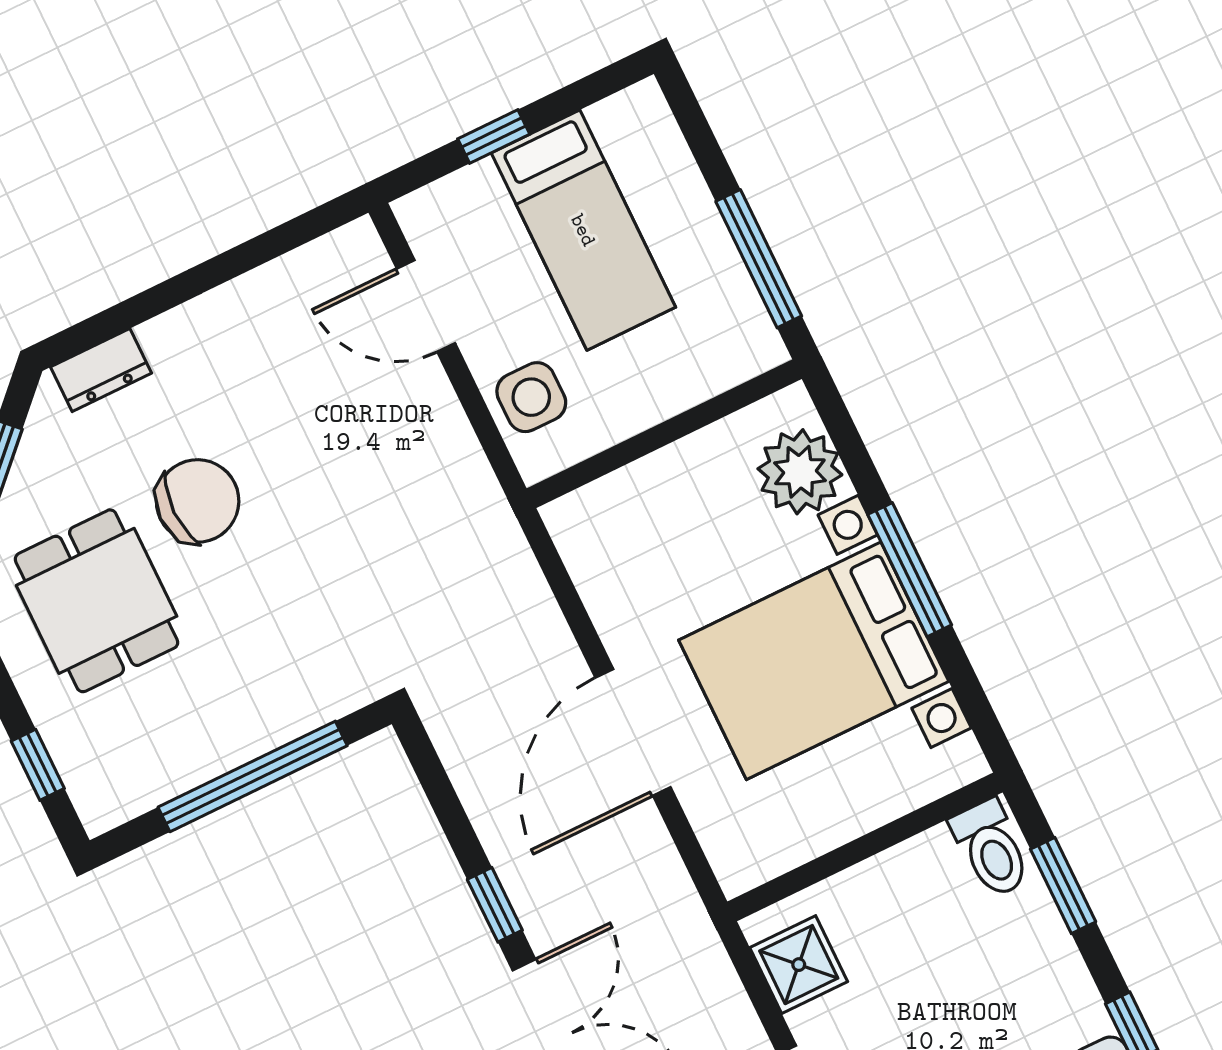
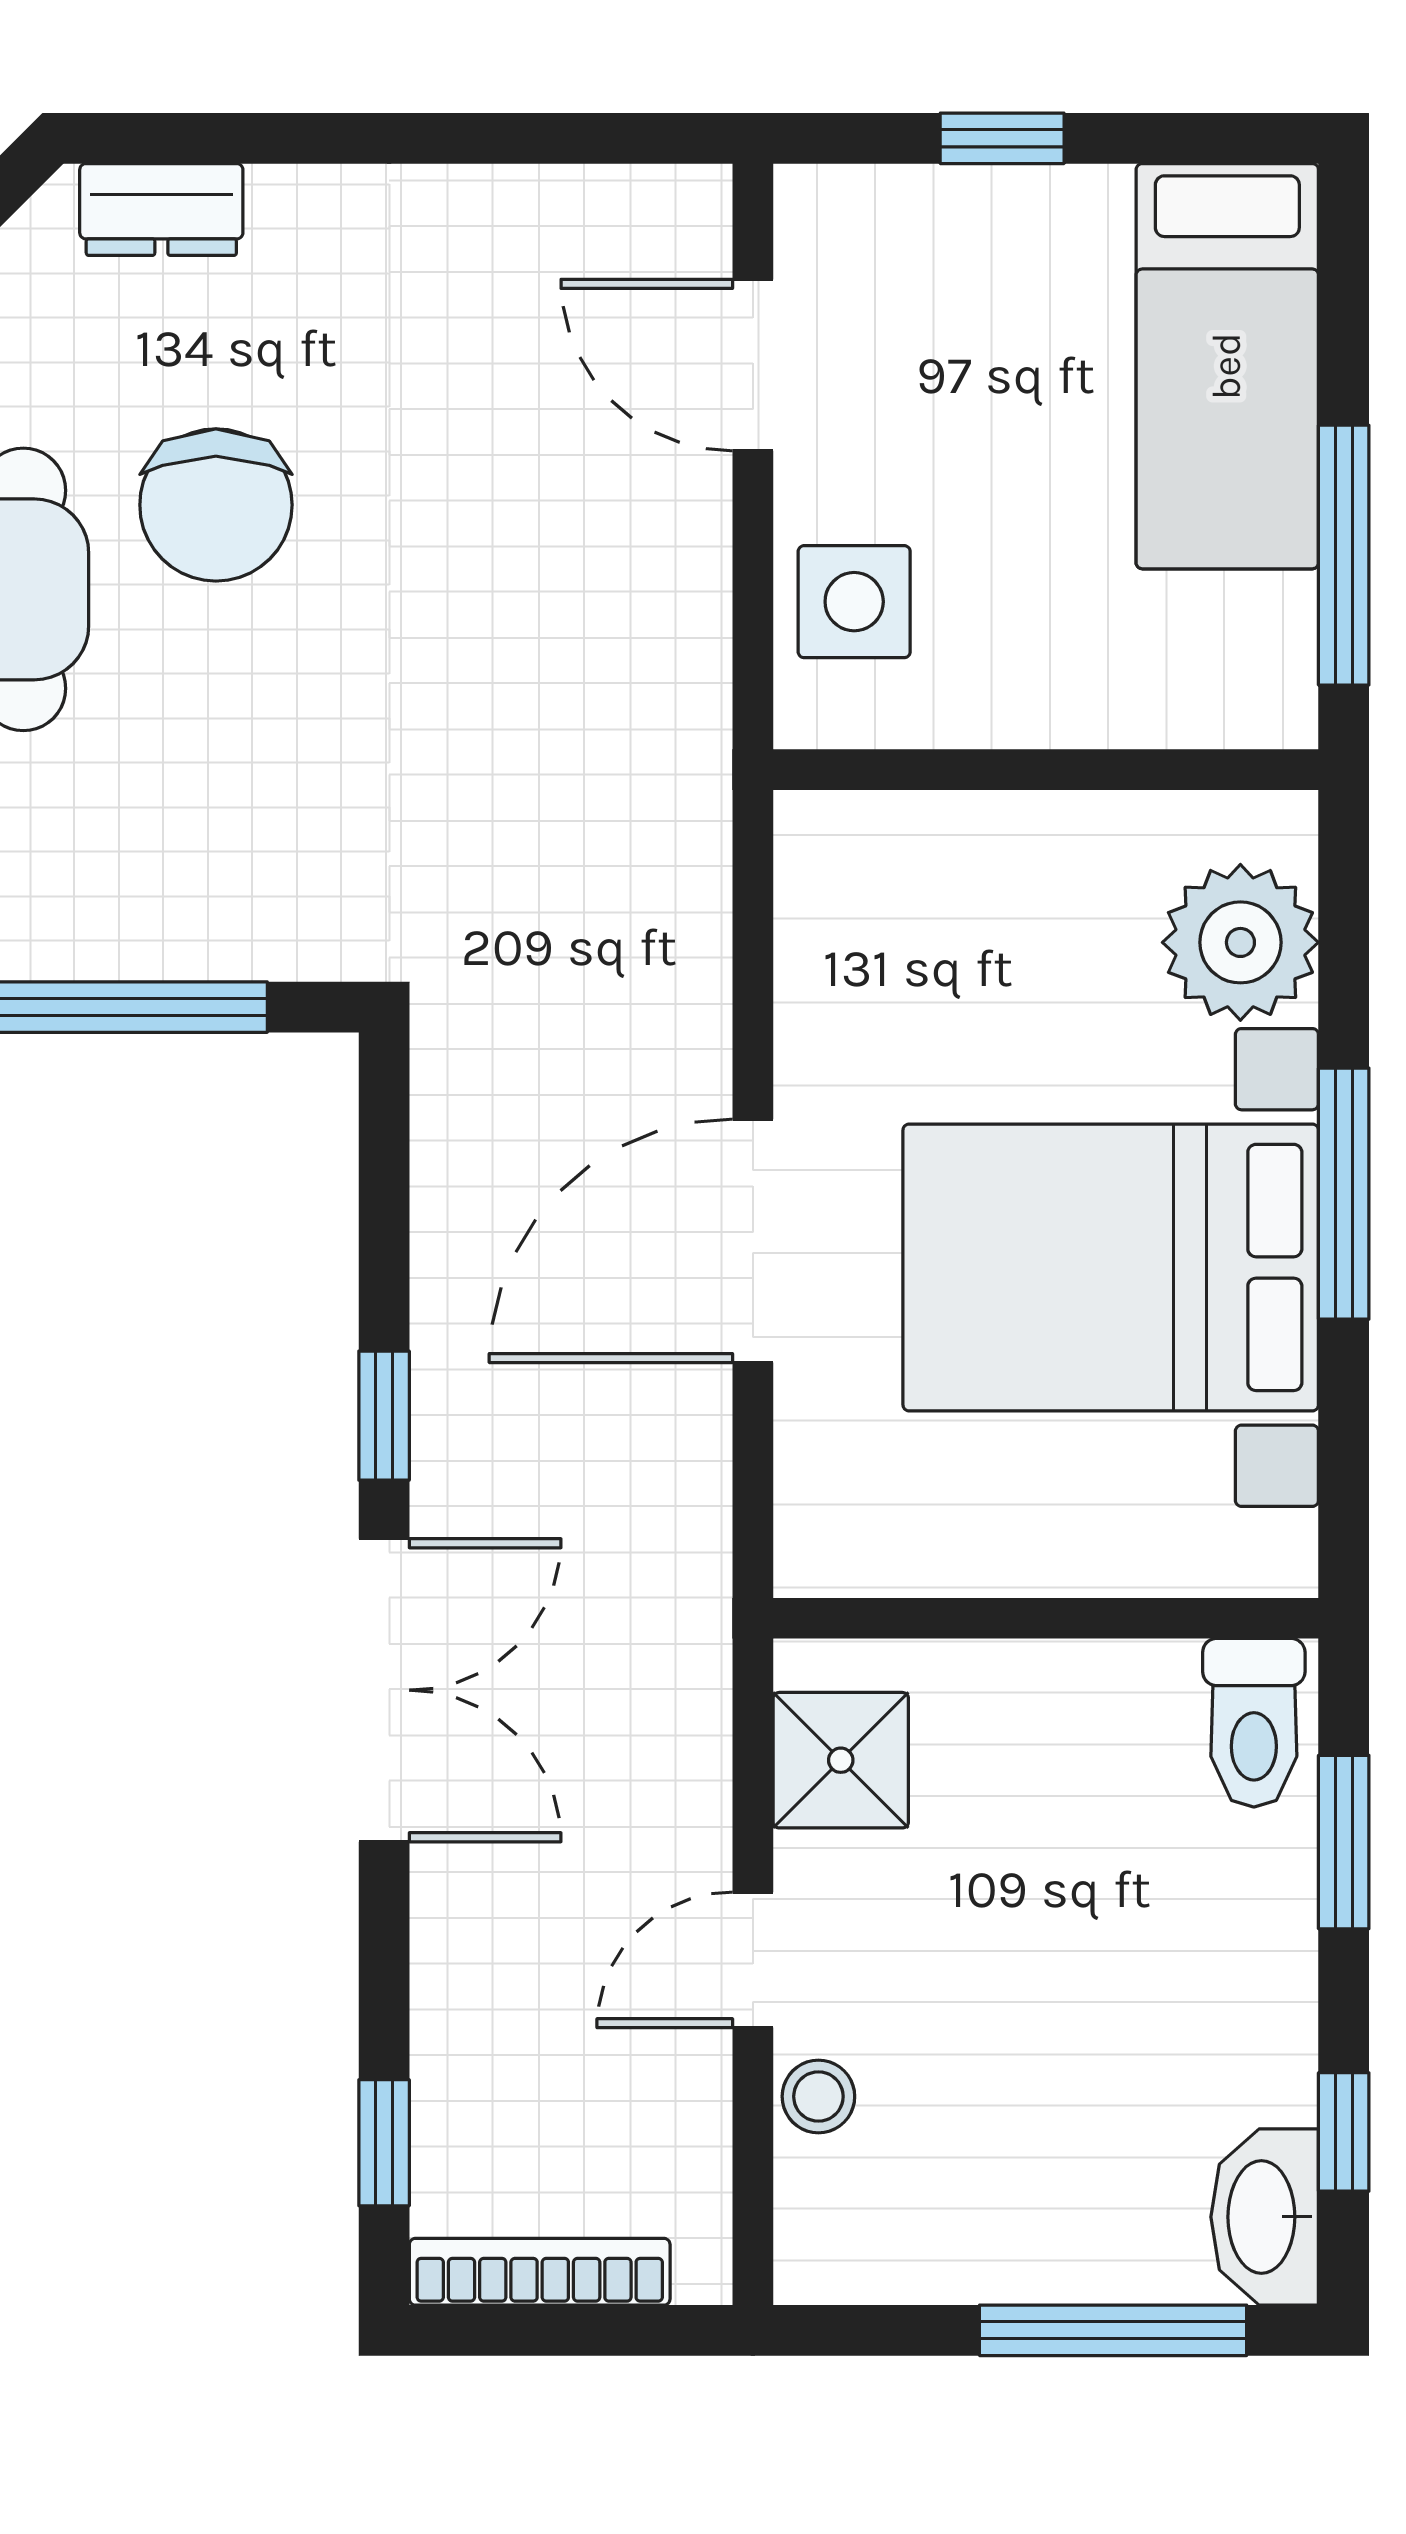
bed: (583, 230) -> (1227, 366), moved
chair: (198, 501) -> (216, 505), turned 90

